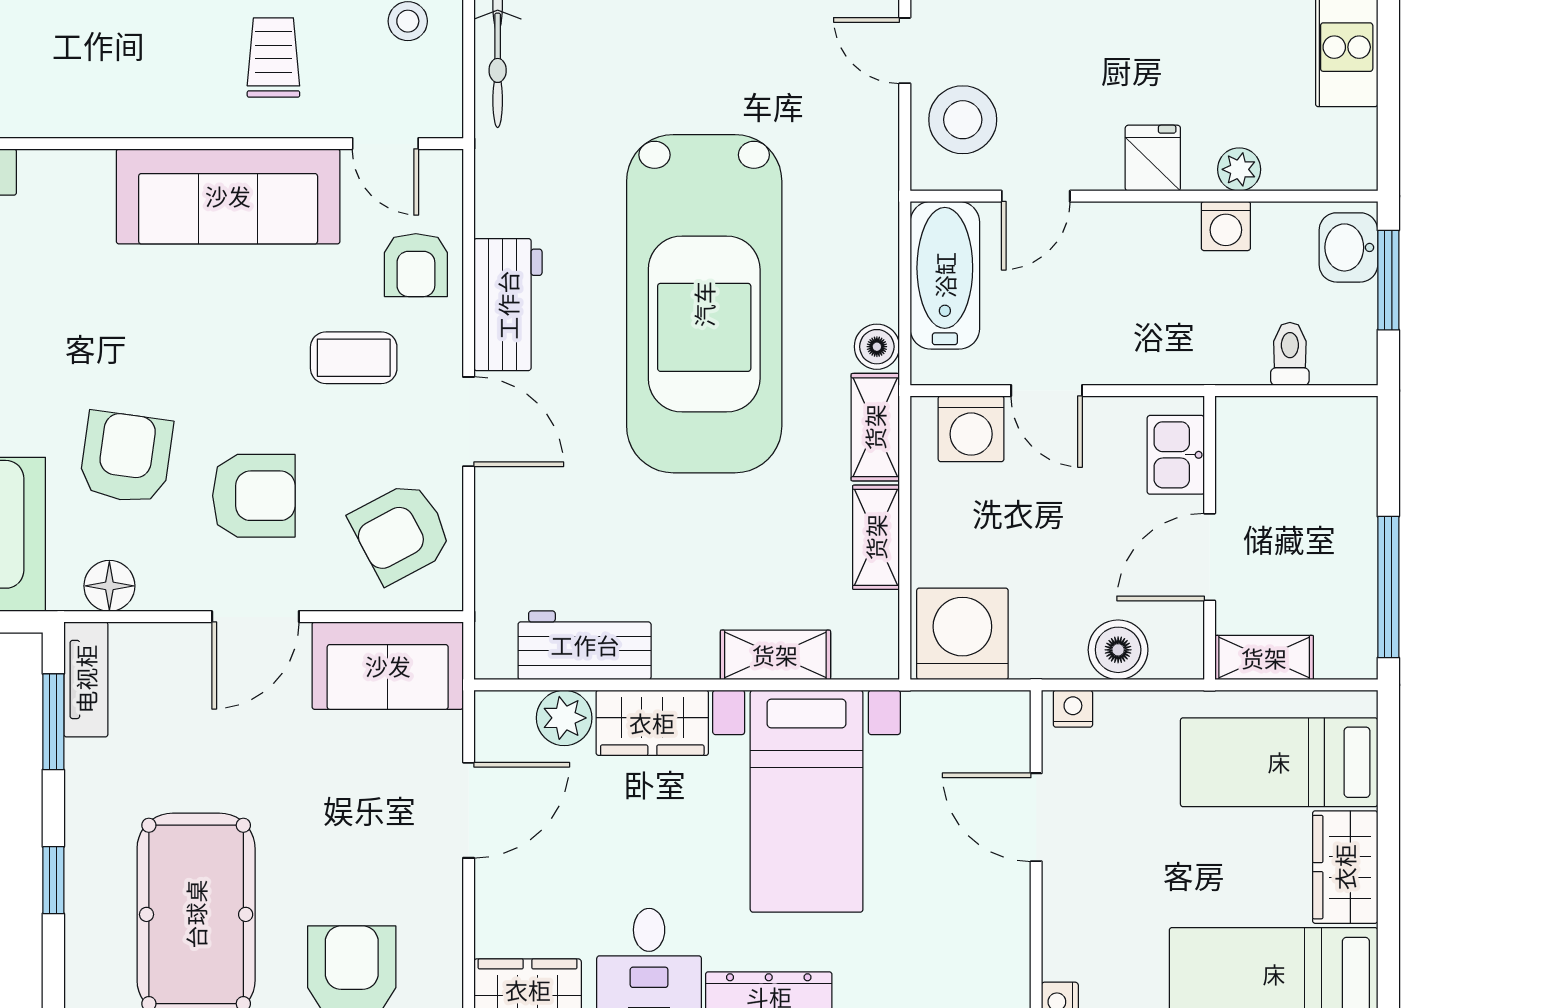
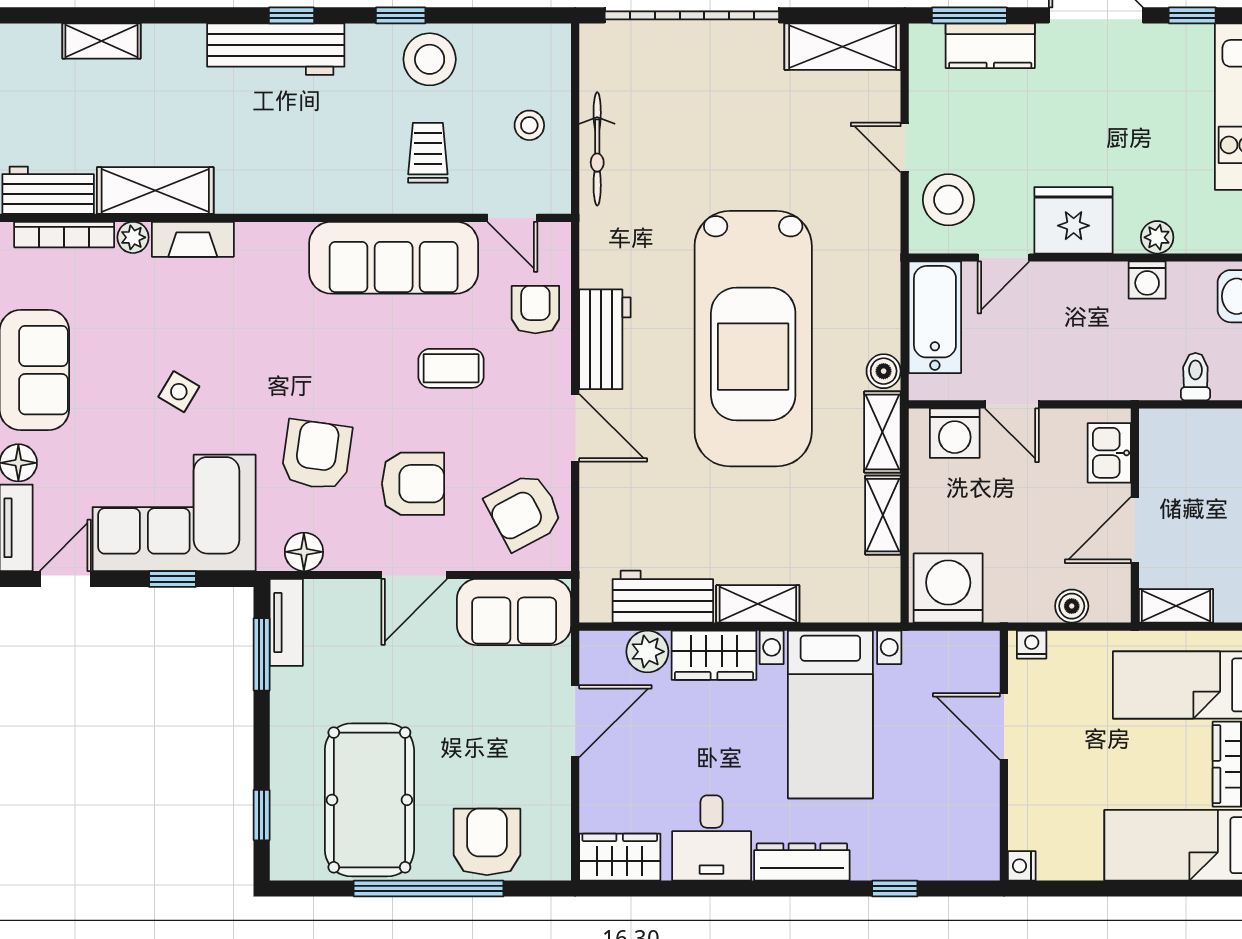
fridge: (1153, 158) -> (1074, 220), width x1.88, depth x1.34
armchair: (416, 265) -> (535, 310), turned 180
coffee table: (354, 358) -> (451, 368), moved
boiler: (1118, 650) -> (1072, 606), width x0.73, depth x0.73
shelving: (775, 655) -> (758, 604), moved
window: (53, 880) -> (262, 815), moved

